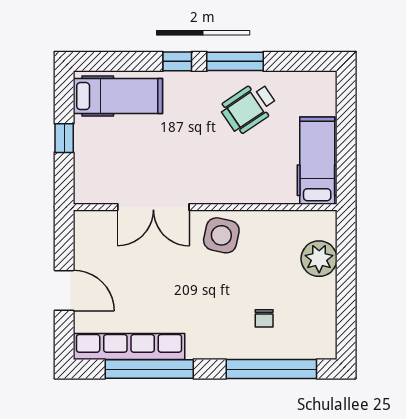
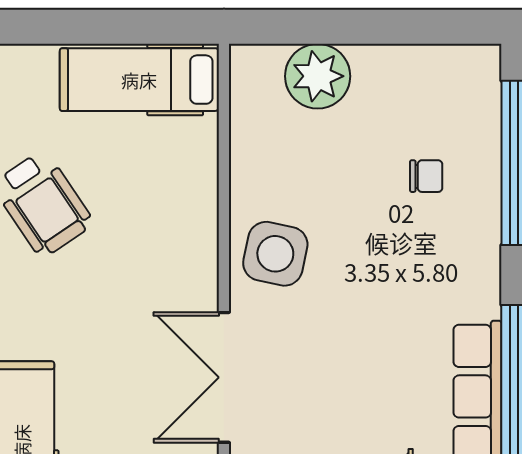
double door: (153, 207) -> (224, 377), swing flipped

